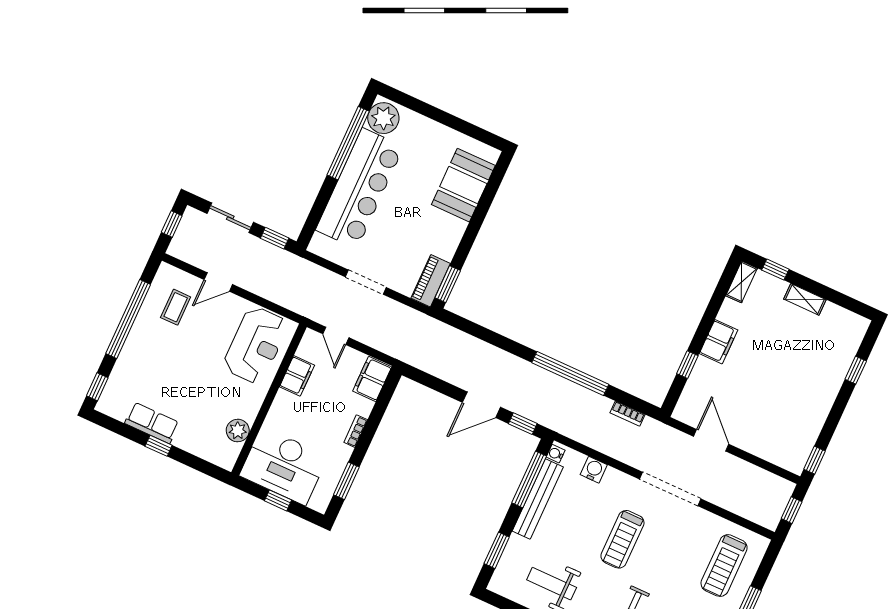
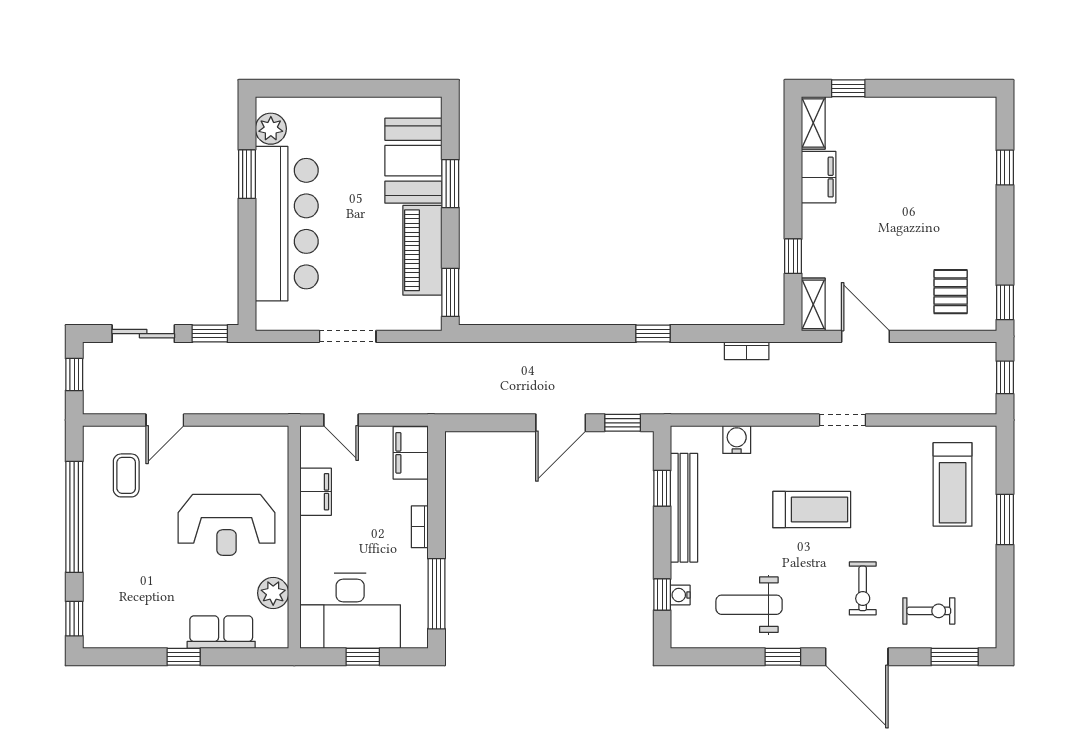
plant: (383, 118) -> (271, 129), width x0.73, depth x0.73
window: (348, 143) -> (247, 174), width x0.47
window: (481, 212) -> (450, 184), added
piano: (431, 281) -> (422, 250), moved, width x1.37, depth x1.33
shelving: (805, 299) -> (813, 304), moved, turned 90
filing cabinet: (718, 342) -> (819, 177), moved
reception desk: (256, 345) -> (226, 525), moved, turned 90
window: (570, 373) -> (653, 334), width x0.32
row of seats: (152, 423) -> (221, 632), moved
pallet: (782, 436) -> (951, 292), added
water cooler: (556, 454) -> (680, 595), moved
window: (529, 479) -> (662, 488), width x0.46
window: (346, 481) -> (436, 594), width x1.44
doorway: (670, 489) -> (842, 420), width x0.53
treadmill: (622, 539) -> (812, 510), turned -90
window: (497, 550) -> (662, 595), width x0.67

